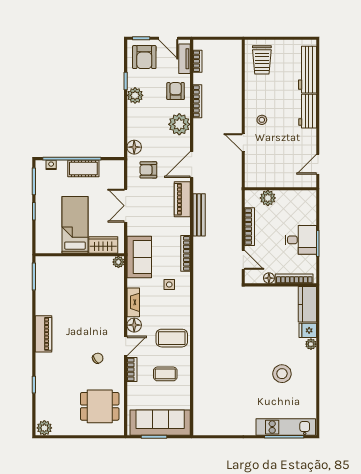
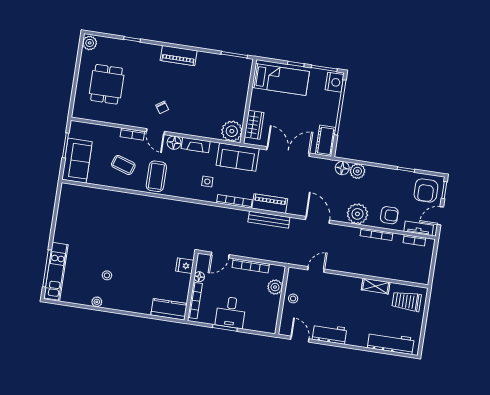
armchair: (144, 57) -> (426, 190), turned -90
shelving: (251, 94) -> (376, 286), added
plant: (135, 95) -> (357, 171), moved
workbench: (308, 111) -> (330, 334), moved
stool: (262, 120) -> (293, 298), moved
door: (243, 142) -> (316, 270), moved
nightstand: (51, 165) -> (334, 82), width x1.89, depth x1.79
cot: (83, 169) -> (326, 141), moved
armchair: (148, 170) -> (319, 178), removed
piano: (182, 199) -> (270, 204), moved
double door: (126, 206) -> (288, 152), width x1.37
bed: (75, 225) -> (281, 79), moved
plant: (118, 262) -> (232, 131), width x1.88, depth x1.88
fridge: (308, 330) -> (185, 266), moved, turned -90
plant: (311, 344) -> (97, 302), moved
chair: (98, 358) -> (162, 107), moved
coffee table: (165, 374) -> (123, 165), turned -72
stool: (282, 374) -> (107, 275), width x0.53, depth x0.53
dining table: (100, 406) -> (107, 84), moved
sofa: (160, 423) -> (77, 161), width x0.73

